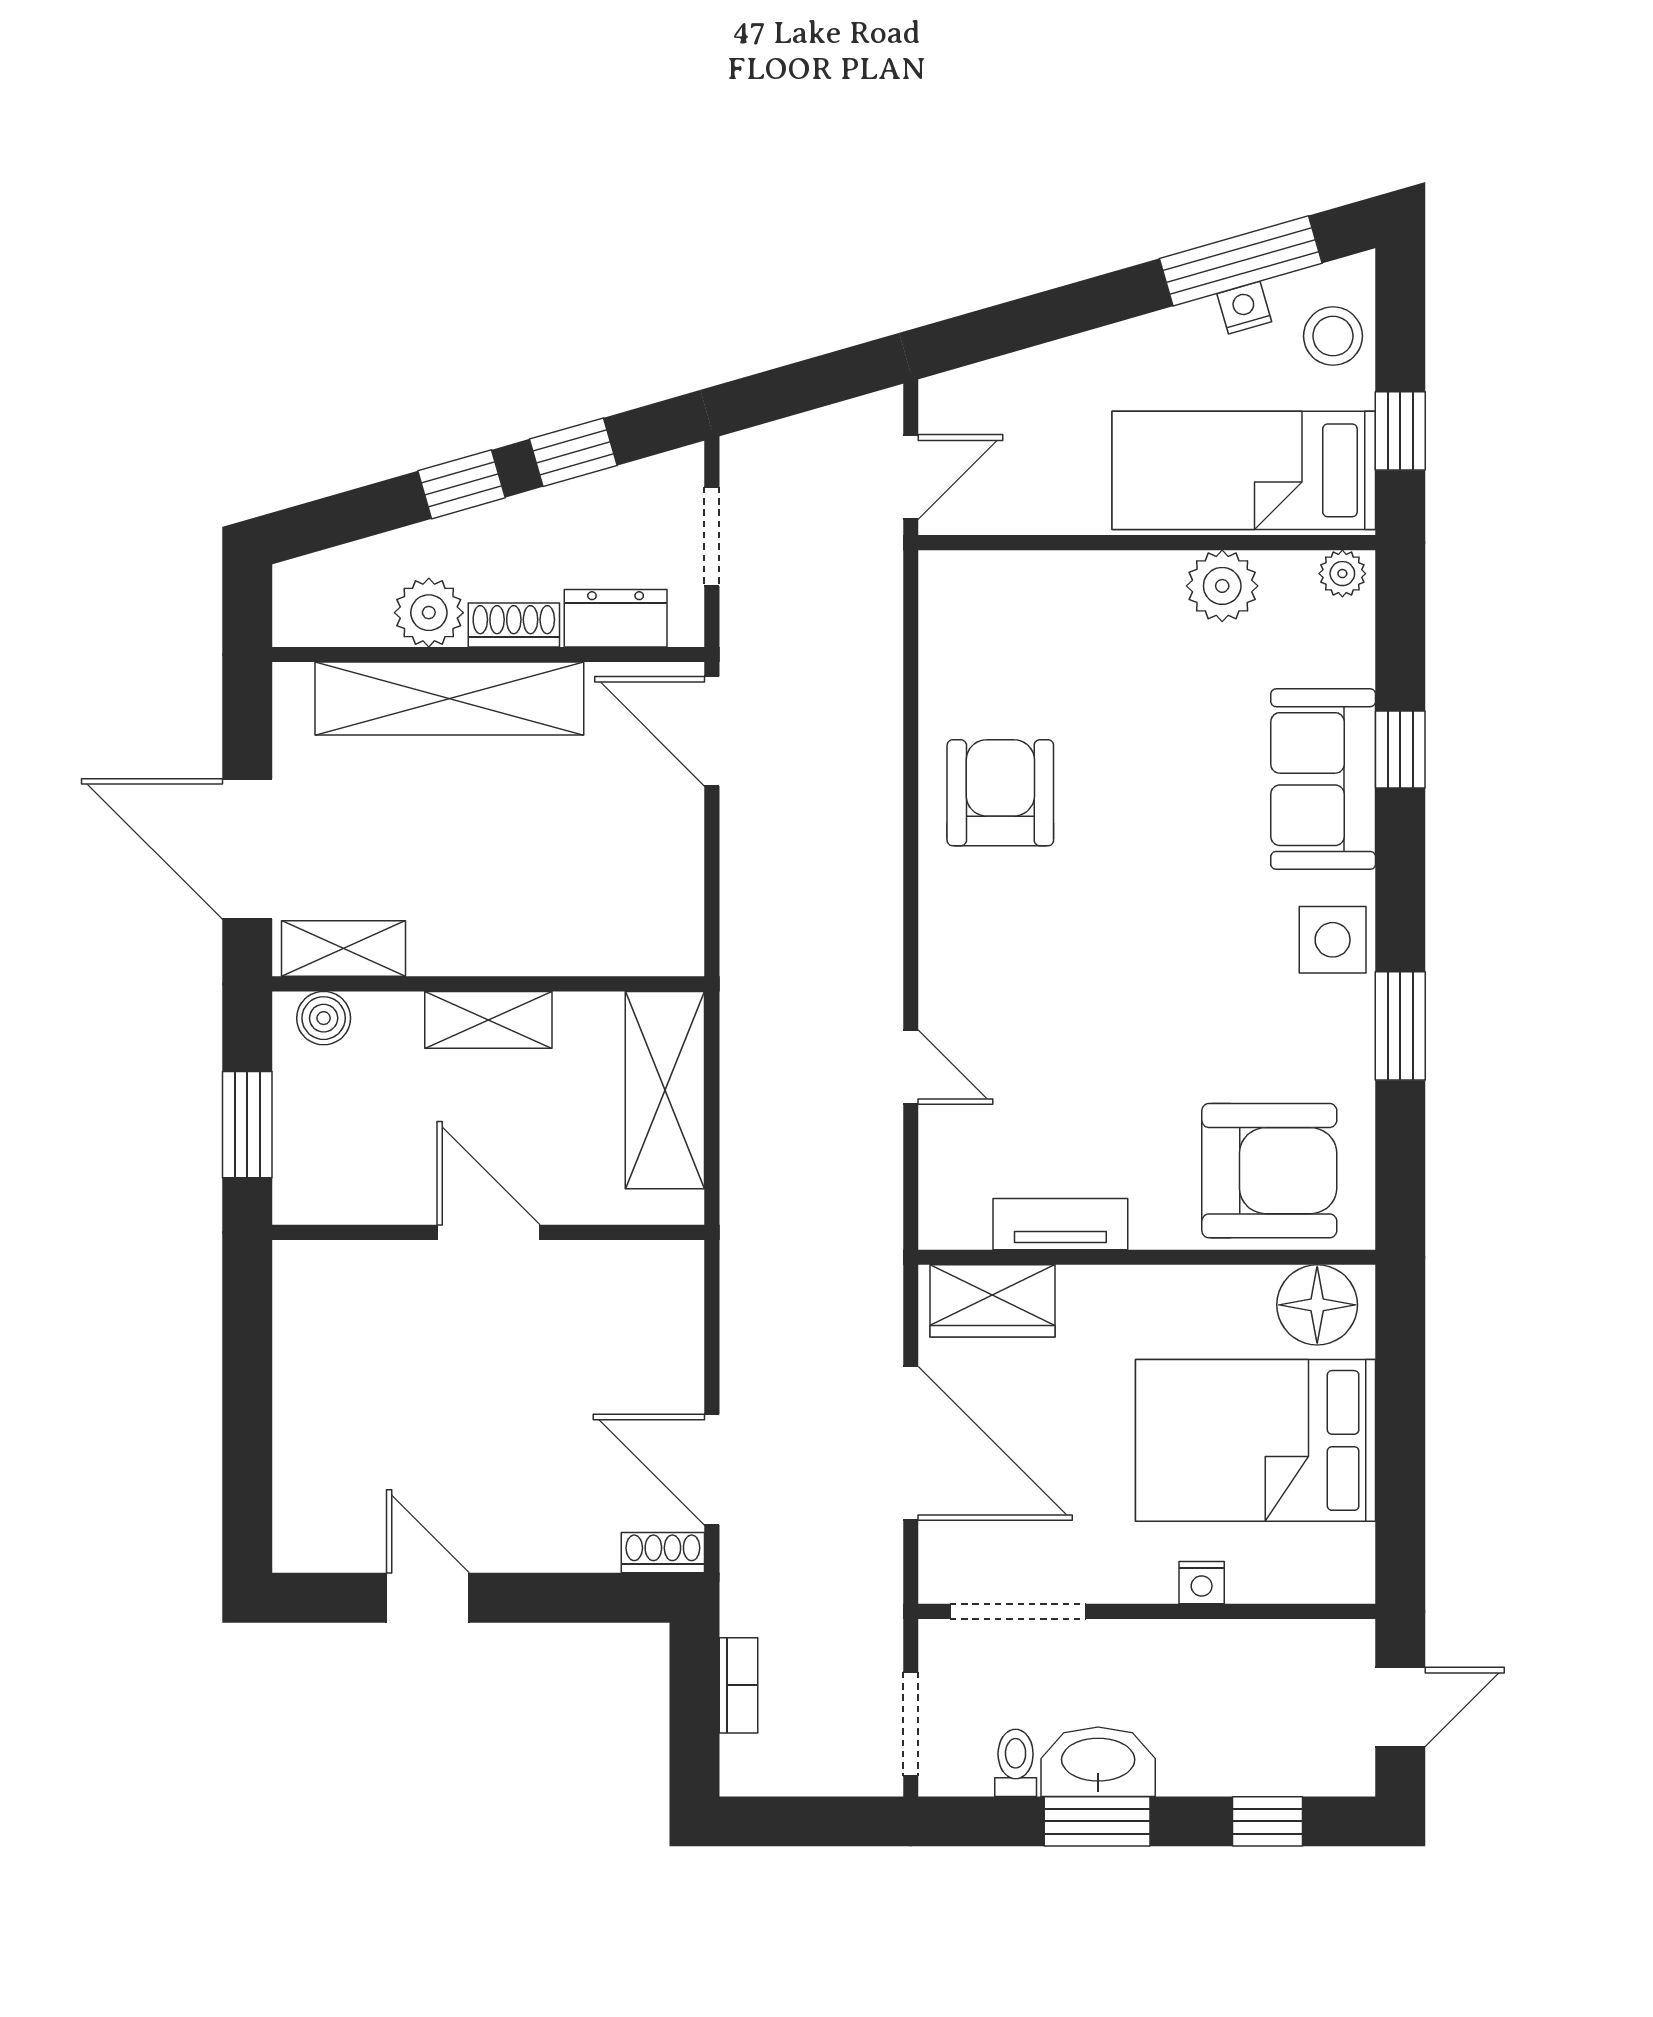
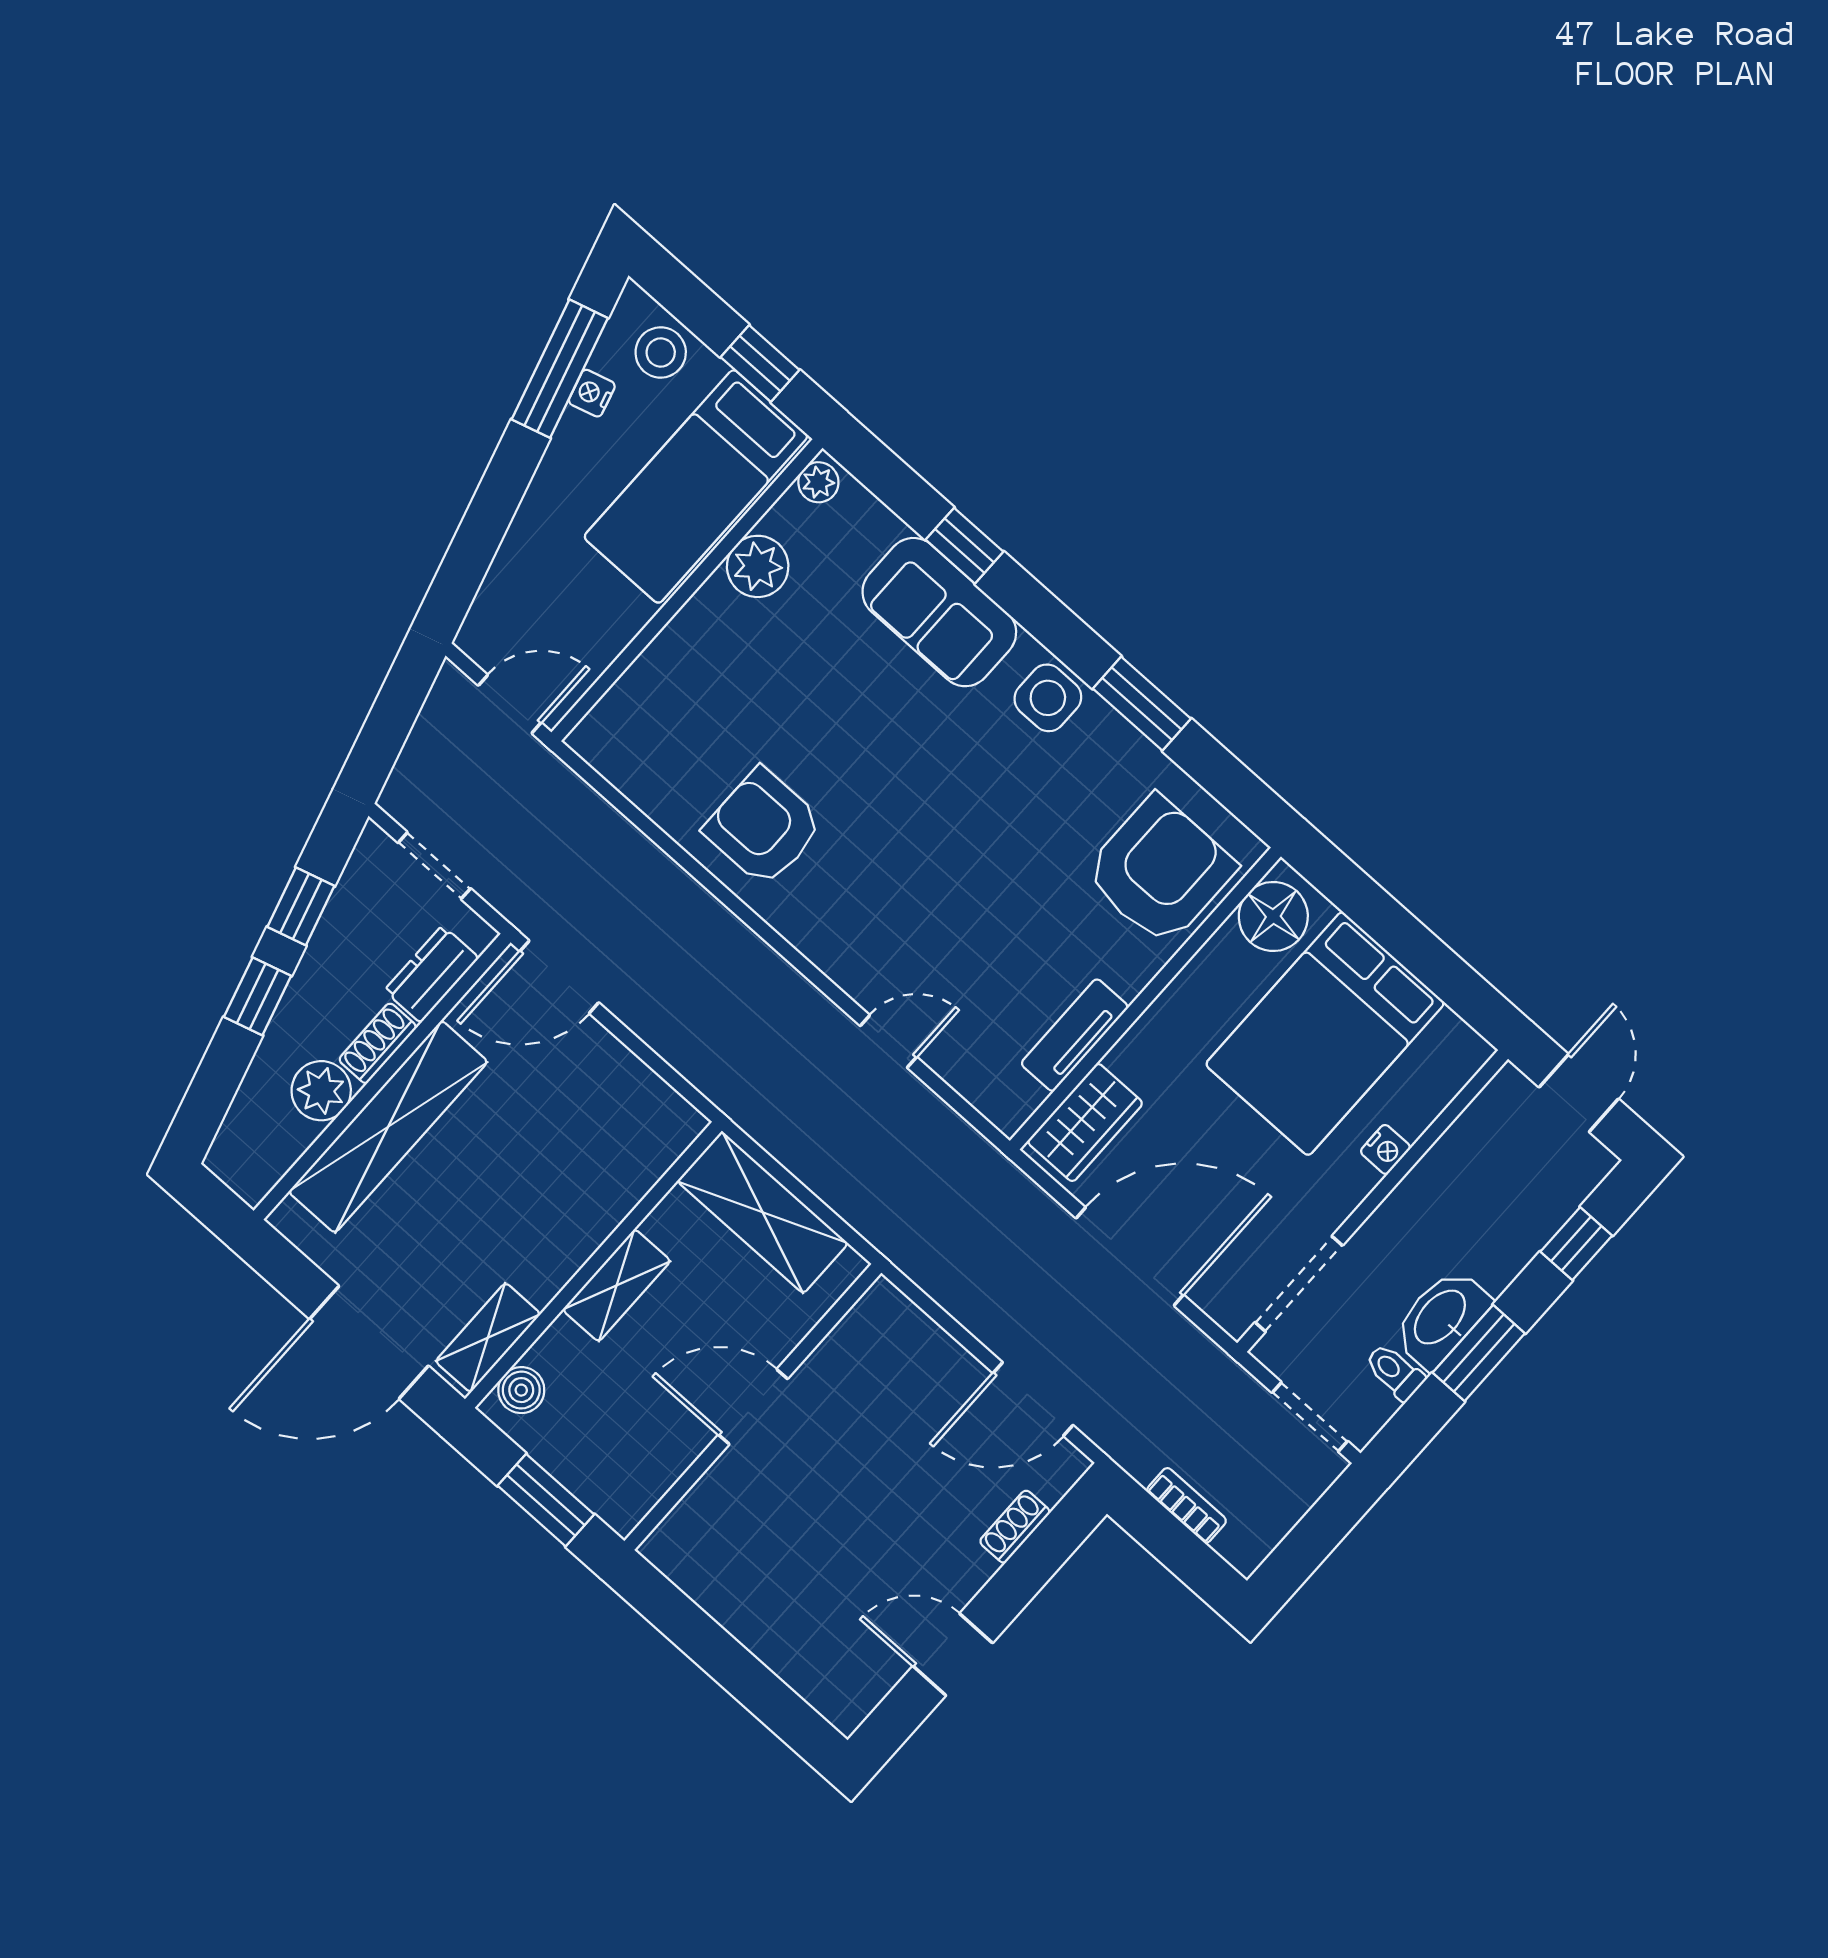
door: (911, 477) -> (510, 704), hinge flipped
shoe rack: (663, 1553) -> (1015, 1527), moved

